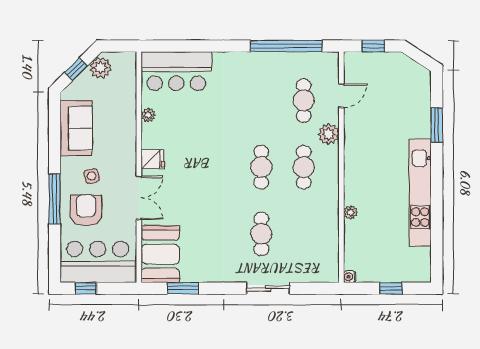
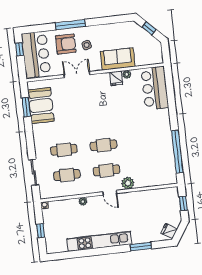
plant: (100, 68) -> (152, 43), removed
fridge: (416, 75) -> (169, 231), added
door: (341, 96) -> (110, 193), moved
cafe table: (304, 100) -> (67, 175), moved
sofa: (76, 128) -> (118, 59), moved, turned 180
fridge: (153, 159) -> (116, 78), moved
double door: (139, 198) -> (77, 75), swing flipped
booth: (160, 254) -> (41, 106), moved, turned 90
sliding door: (268, 288) -> (34, 172), moved

